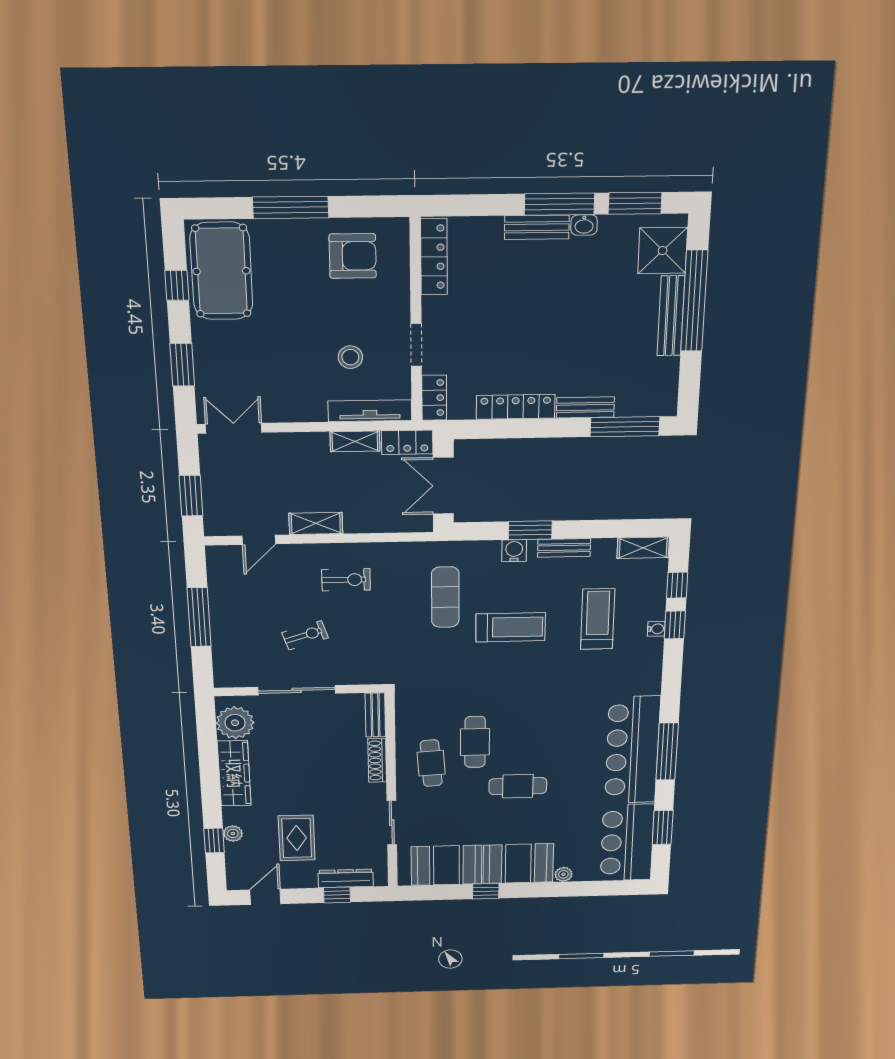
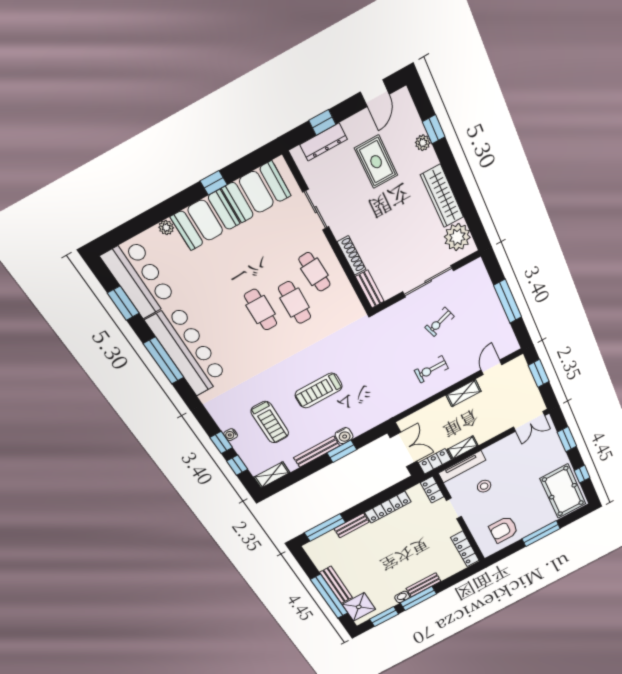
bench: (564, 548) -> (317, 452), width x1.36
exercise mat: (445, 597) -> (368, 389), removed
cafe table: (518, 786) -> (261, 310), moved, turned 90

